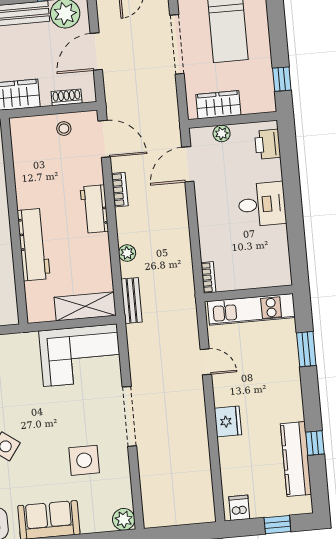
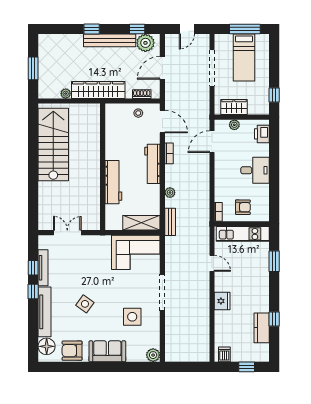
workbench: (94, 209) -> (152, 164), width x1.38
armchair: (248, 266) -> (243, 207), added
kitchen counter: (296, 459) -> (262, 328), width x0.67

